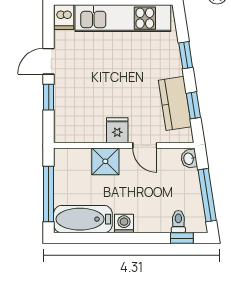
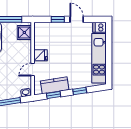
shower: (105, 161) -> (24, 32), moved

